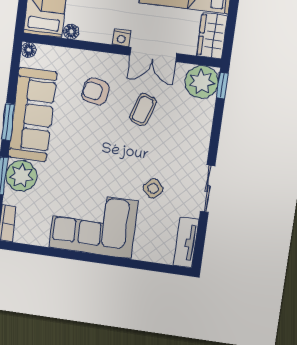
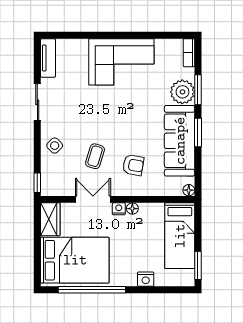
floor lamp: (71, 32) -> (132, 209), moved
plant: (202, 82) -> (53, 183), removed
side table: (153, 188) -> (55, 146), moved

